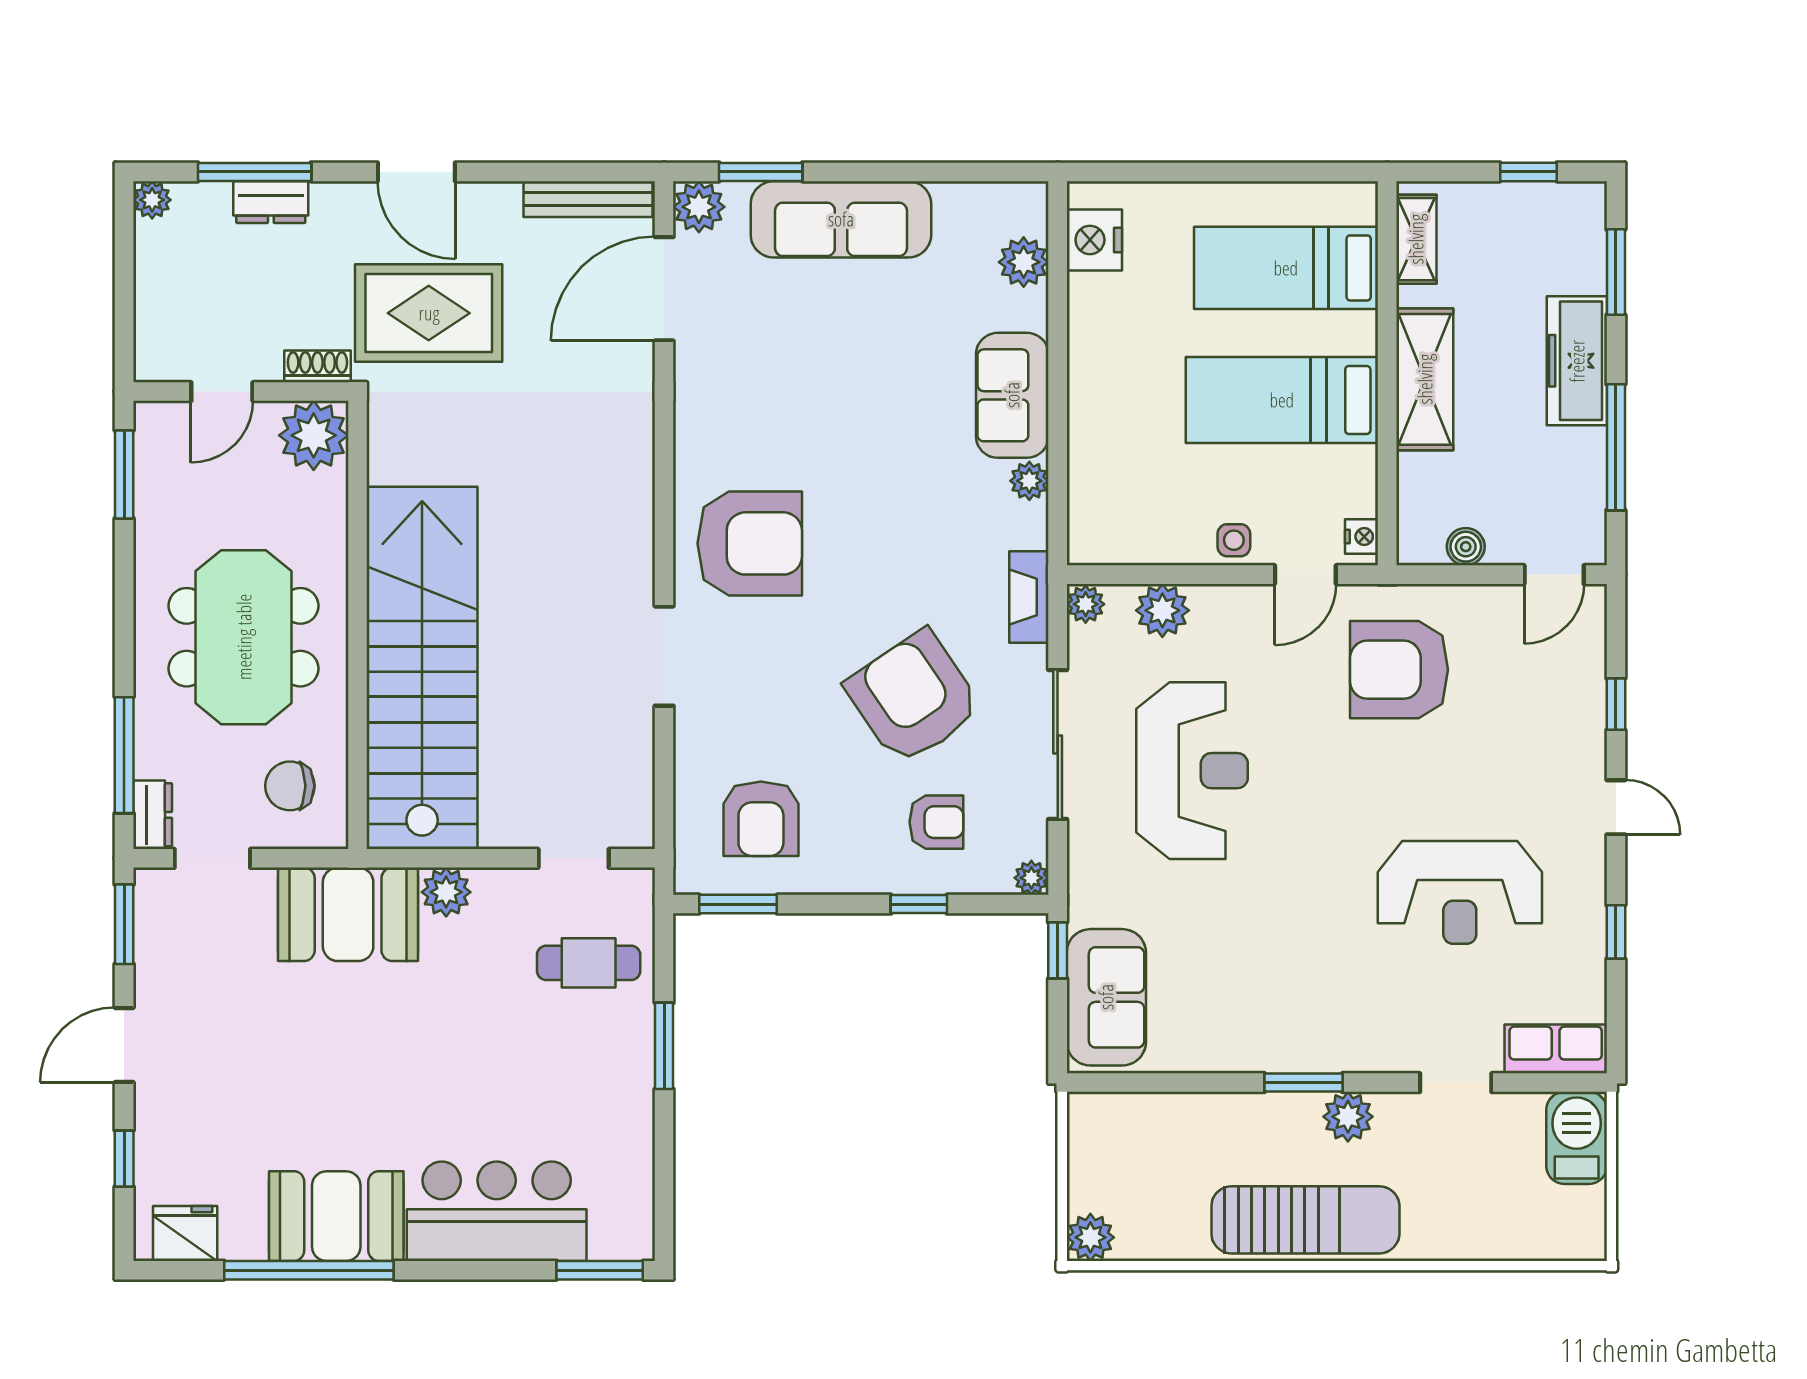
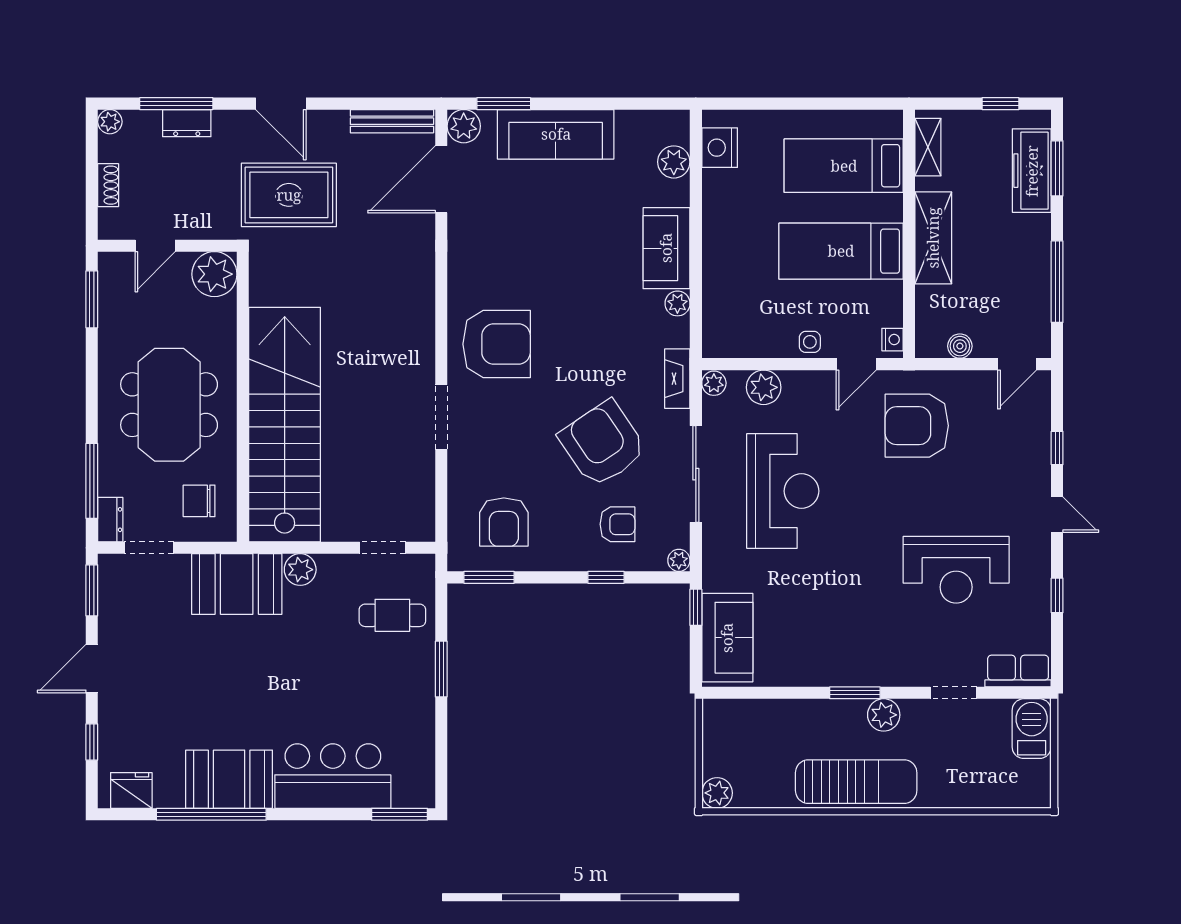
freezer: (1577, 361) -> (1032, 171), moved
shoe rack: (317, 366) -> (108, 185), moved, turned 90

